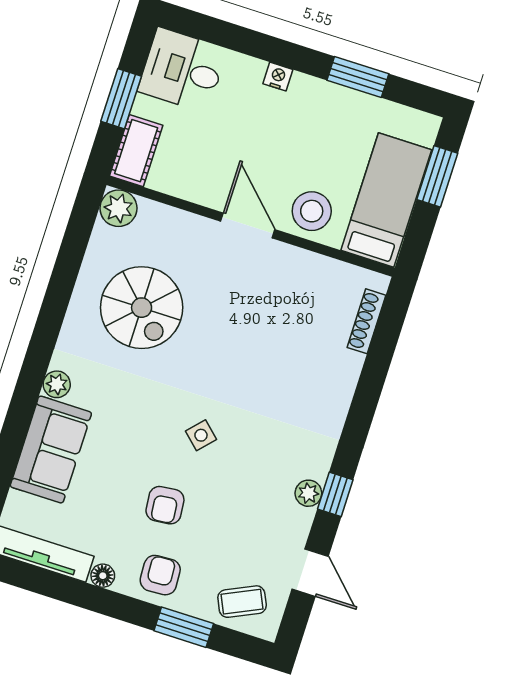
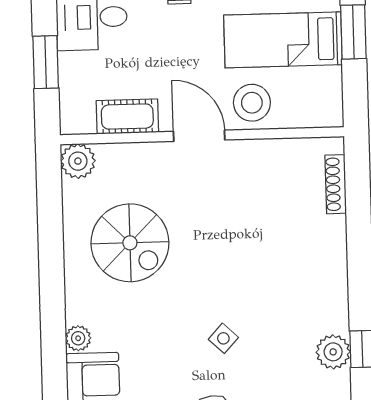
cot: (136, 151) -> (127, 117), moved, turned 90
bed: (386, 200) -> (283, 40), moved, turned -90
plant: (308, 493) -> (333, 352), width x1.38, depth x1.38

